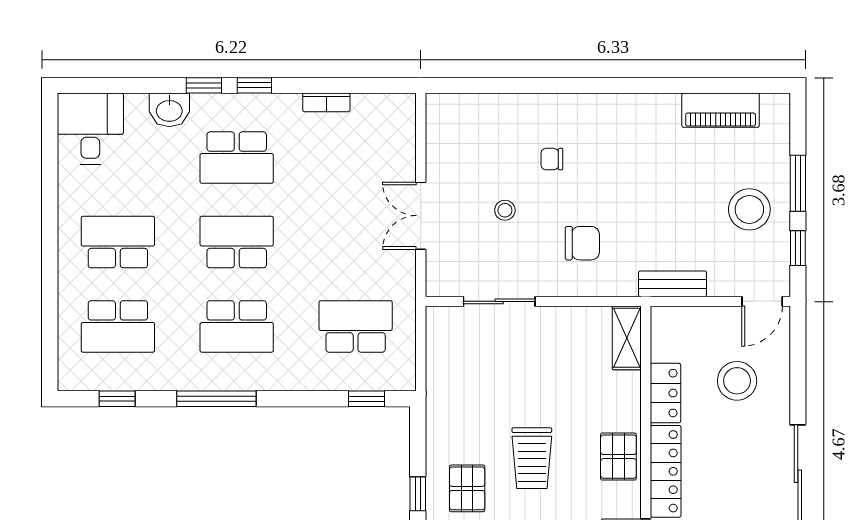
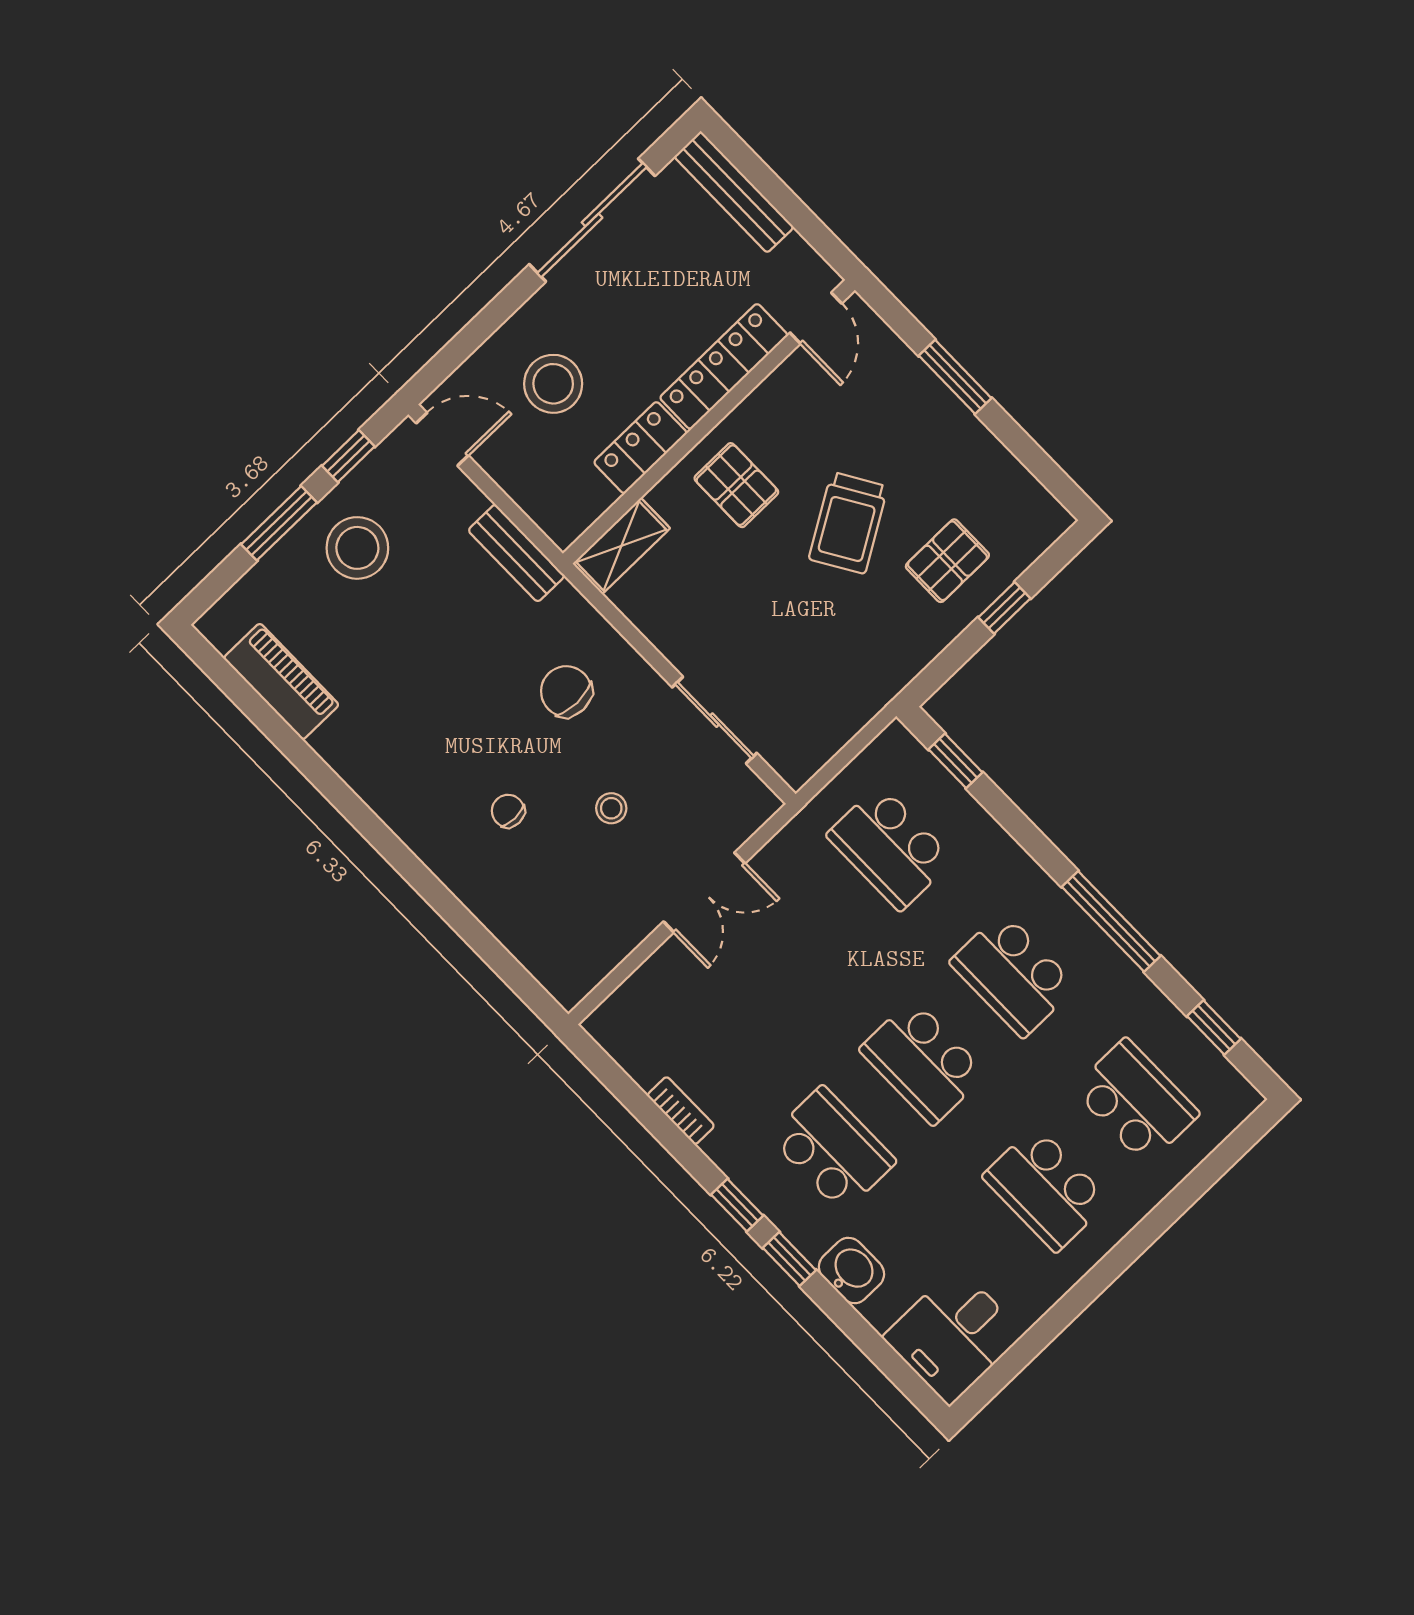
chair: (552, 159) -> (508, 811), turned 180
school desk: (237, 326) -> (1013, 974), turned 180
pallet: (618, 457) -> (736, 485), moved, turned 90
trolley: (532, 458) -> (848, 523), turned 149

